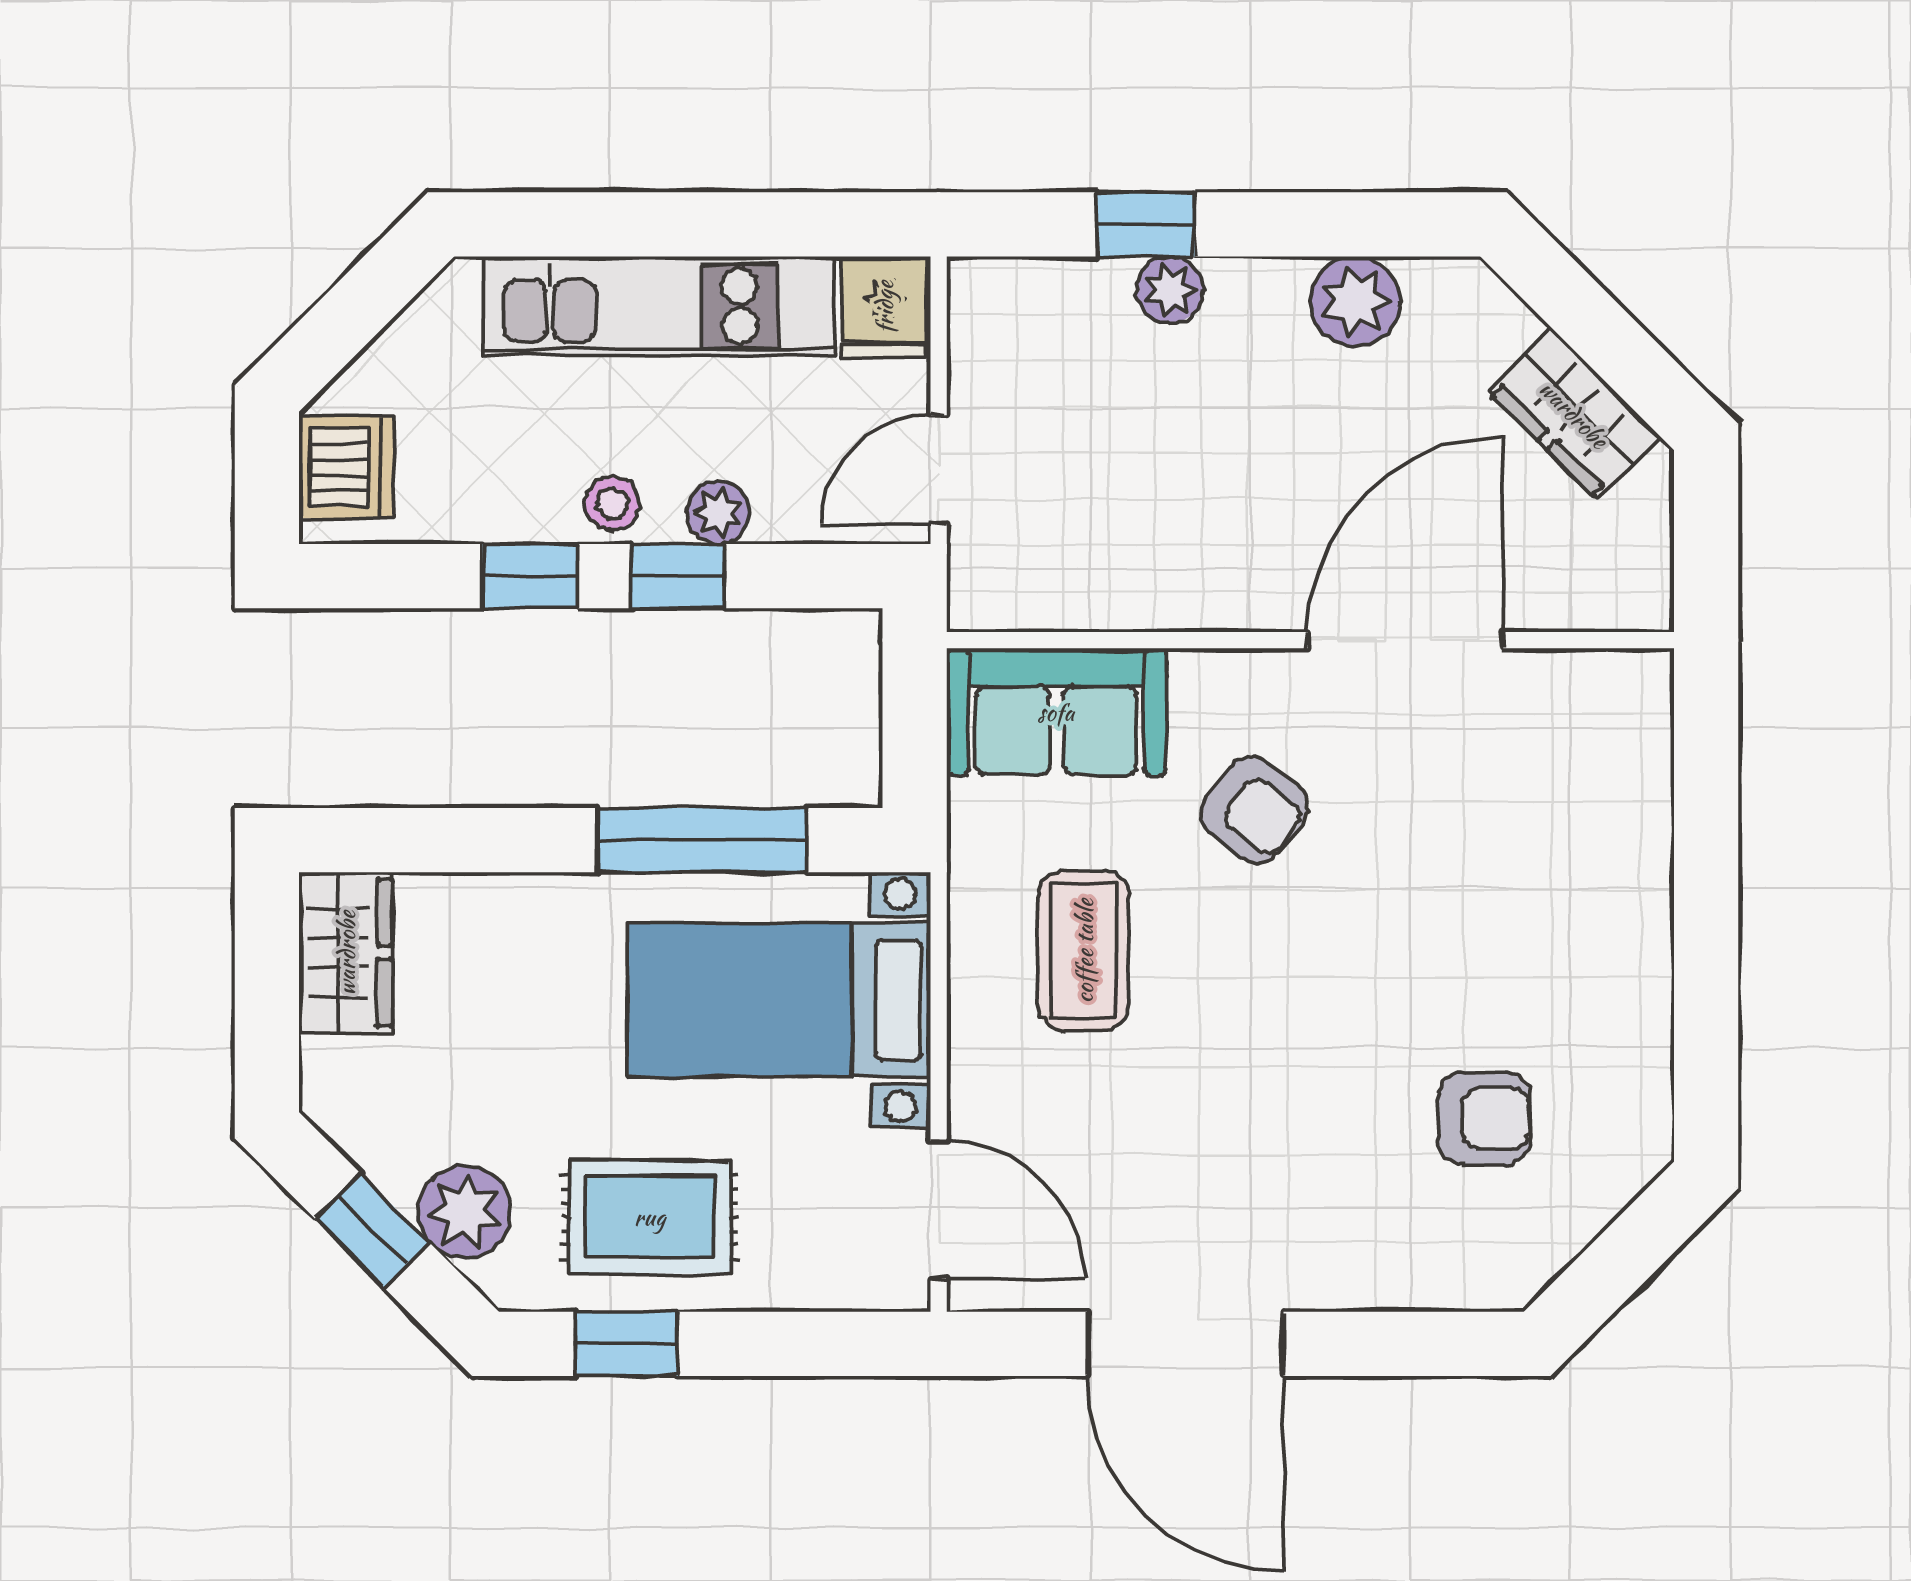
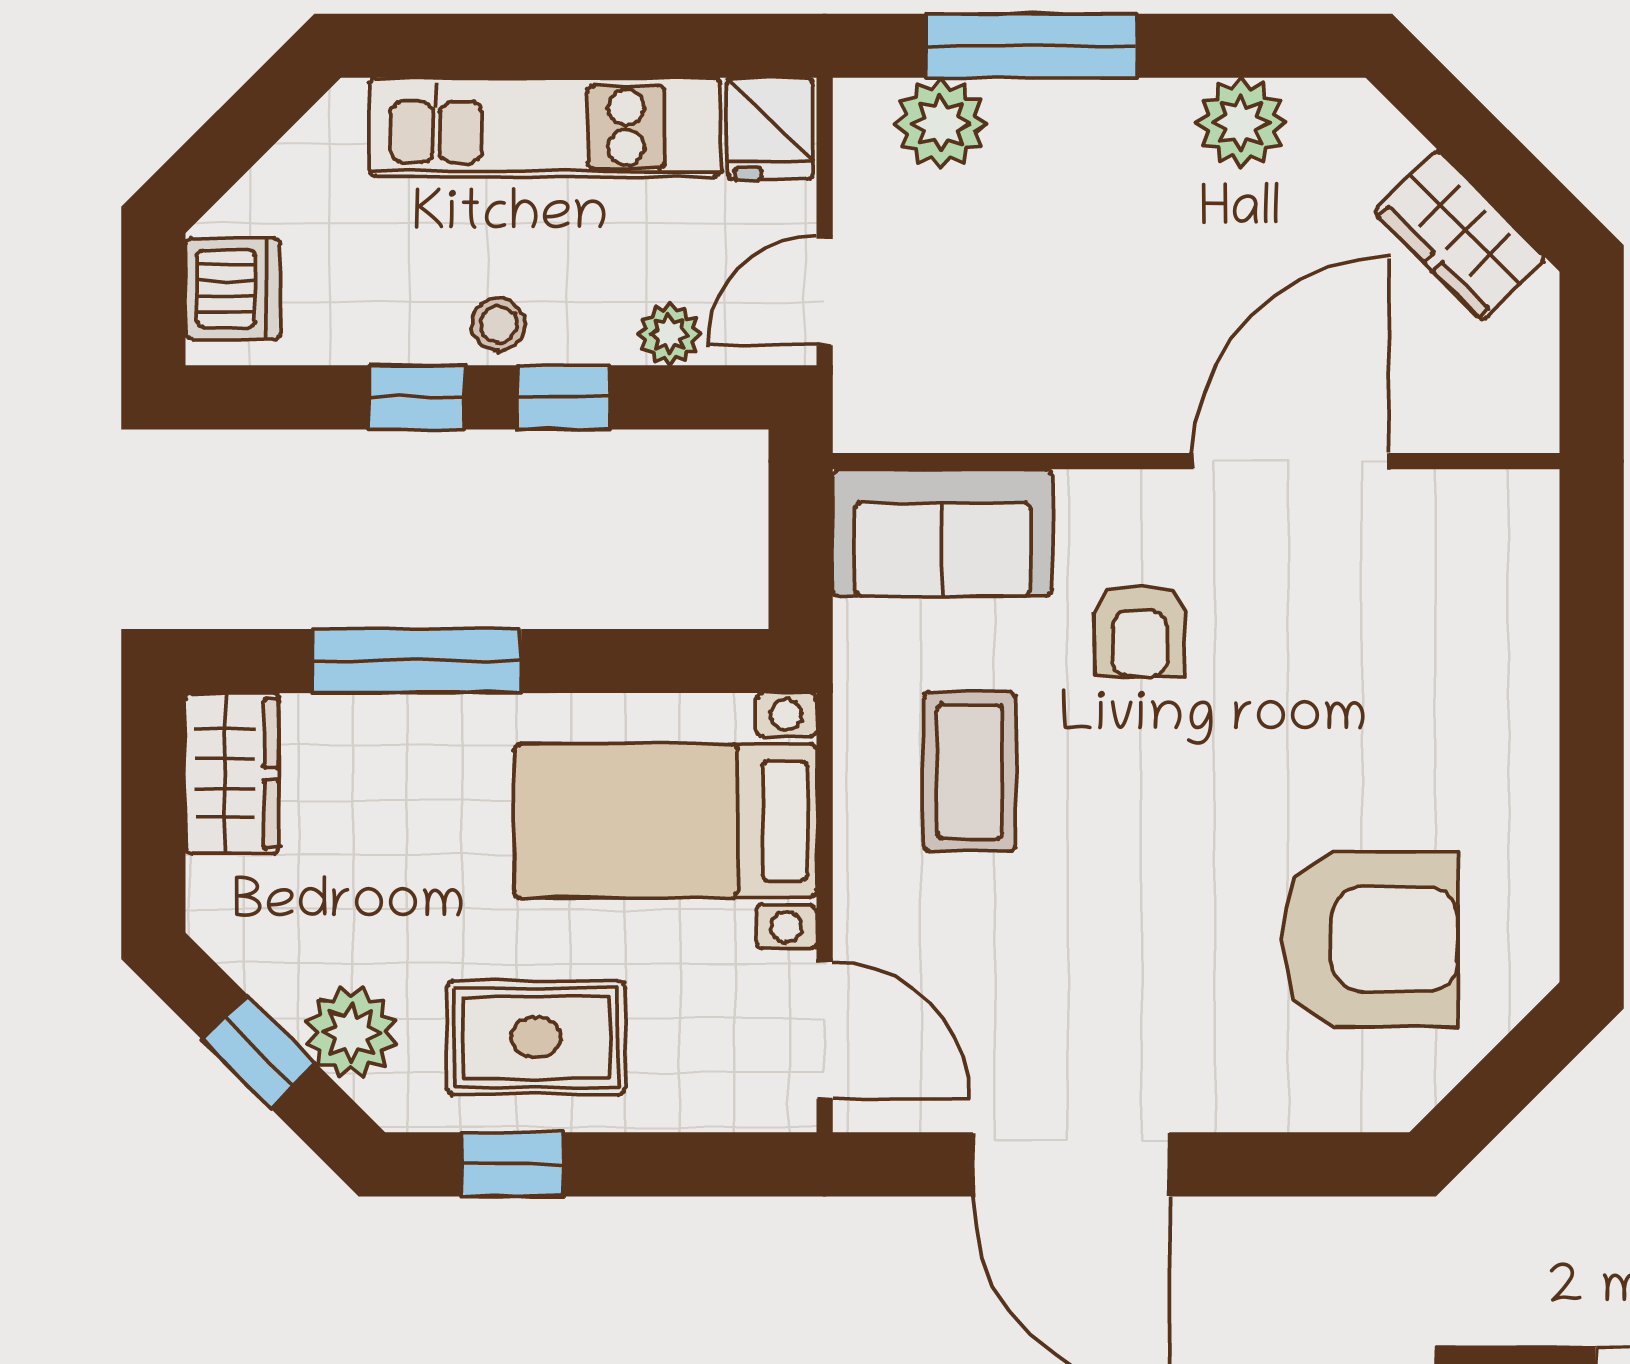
window: (1146, 224) -> (1032, 46), width x2.17
plant: (1170, 290) -> (941, 124), moved, width x1.38, depth x1.38
plant: (718, 513) -> (669, 334), moved
armchair: (1254, 810) -> (1140, 631), turned 52
window: (702, 840) -> (417, 661), moved
armchair: (1484, 1118) -> (1370, 939), width x1.88, depth x1.88

